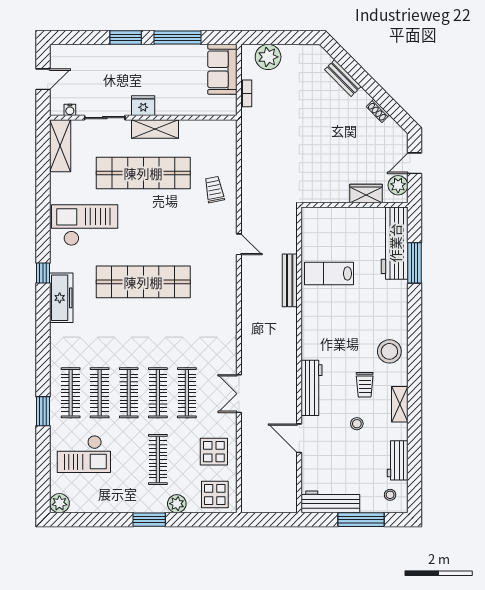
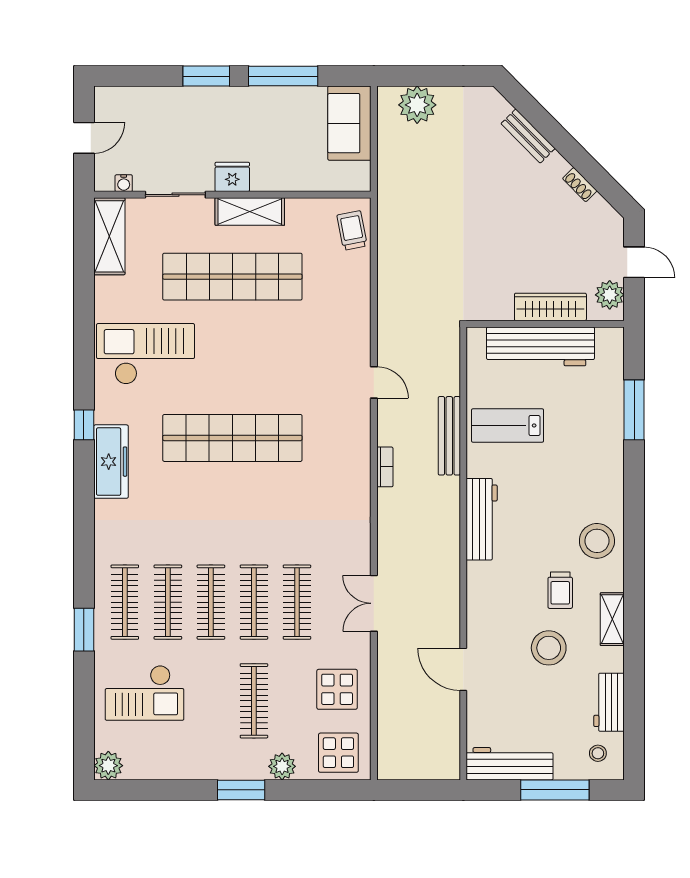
bookcase: (246, 93) -> (385, 467), moved
door: (414, 163) -> (634, 262), swing flipped
trolley: (214, 190) -> (352, 231), moved
wardrobe: (366, 193) -> (550, 307), width x1.50
workbench: (395, 243) -> (541, 346), moved, turned -90
workbench: (312, 388) -> (482, 519), moved
stool: (357, 424) -> (549, 648), width x1.89, depth x1.89

